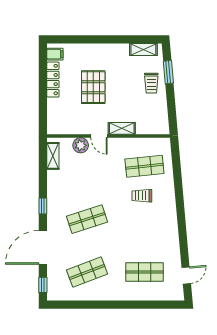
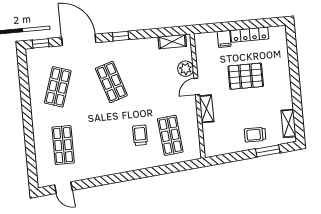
filing cabinet: (55, 54) -> (224, 39), moved
shop shelf: (87, 272) -> (58, 87), turned 39

